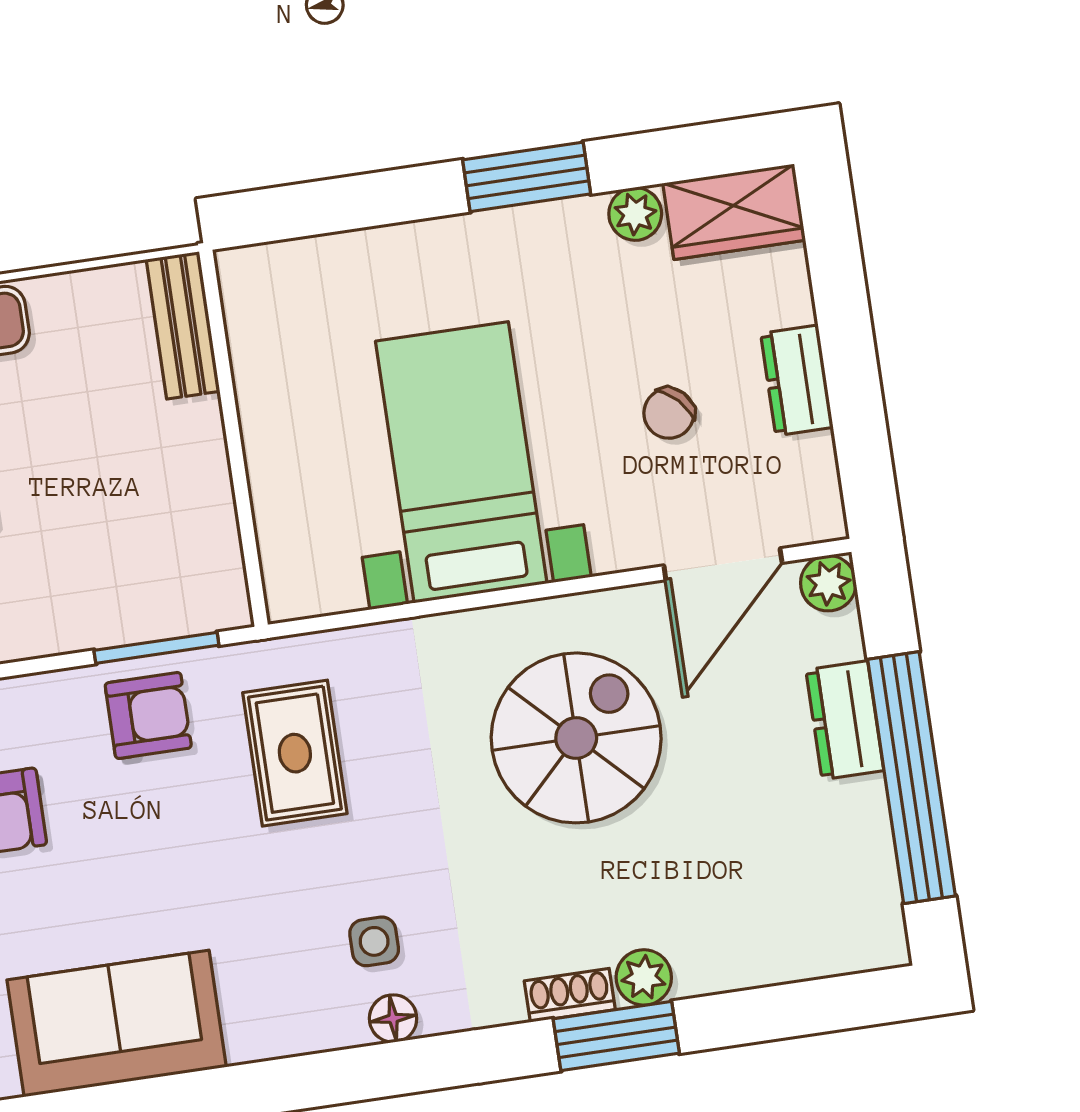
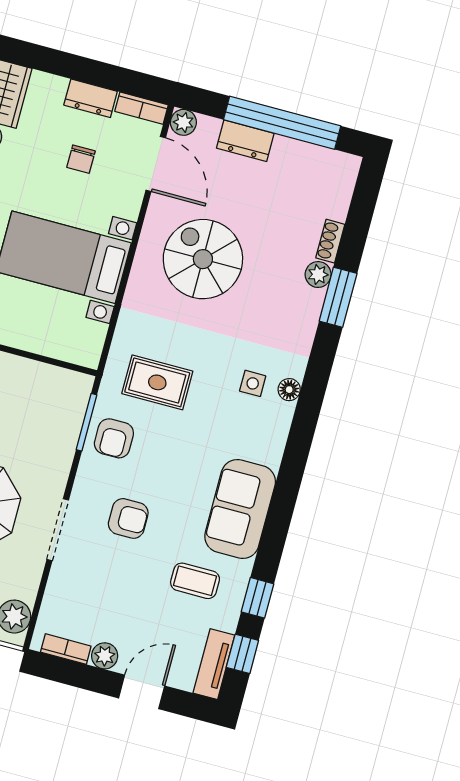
chair: (669, 413) -> (81, 159), turned 44
bookcase: (821, 489) -> (141, 108), added
armchair: (148, 715) -> (114, 438), turned 180
shoe rack: (570, 995) -> (330, 241), moved

